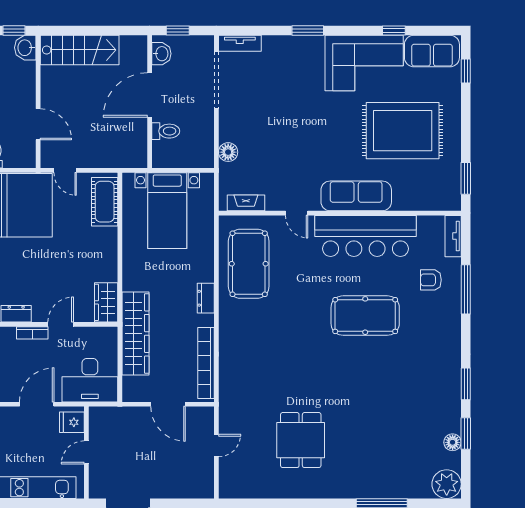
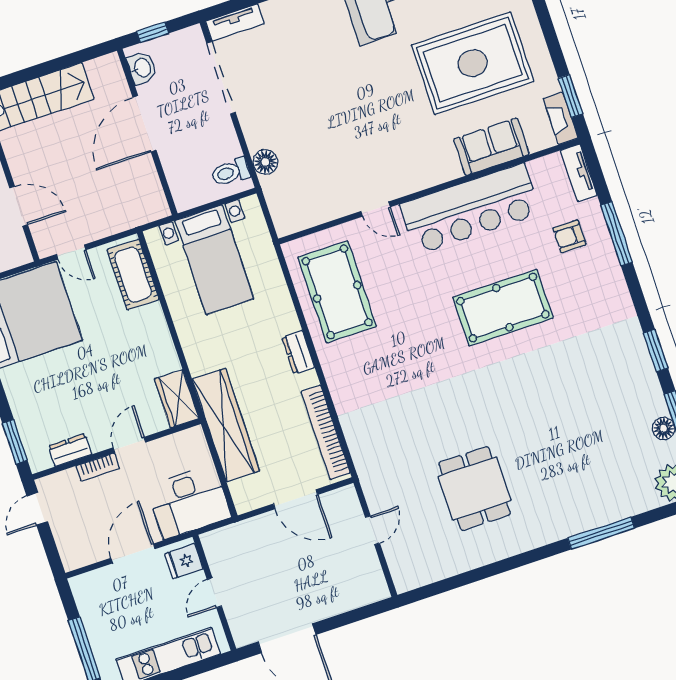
toilet: (166, 131) -> (230, 172), moved, turned 180
sofa: (356, 196) -> (491, 147), moved, width x0.73
fireplace: (246, 203) -> (561, 118), moved, turned -90

